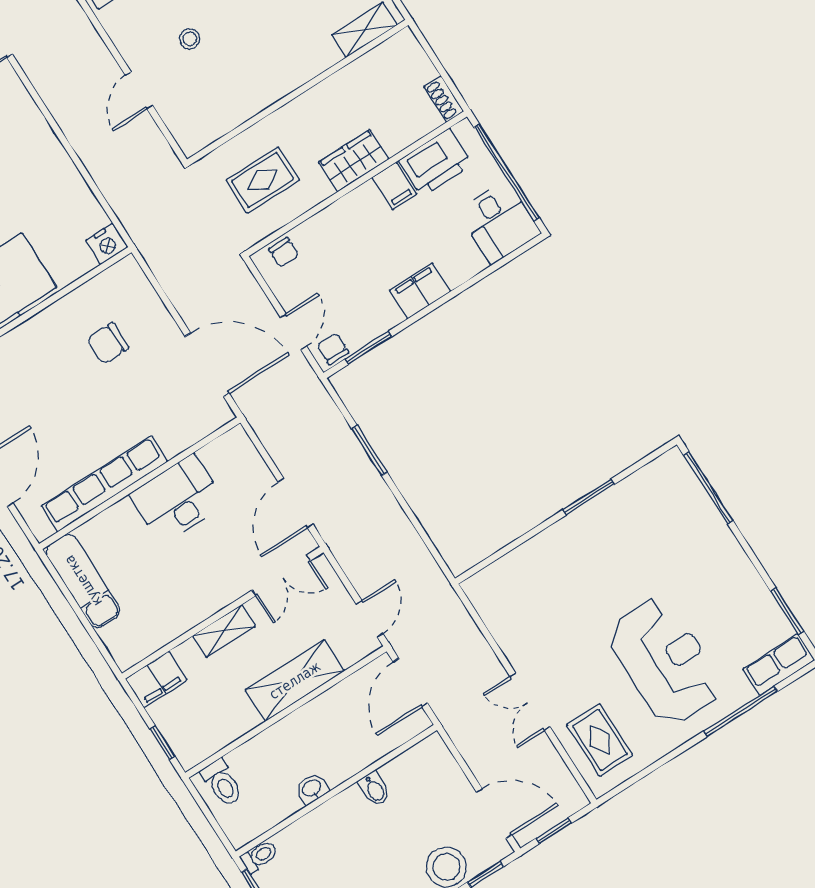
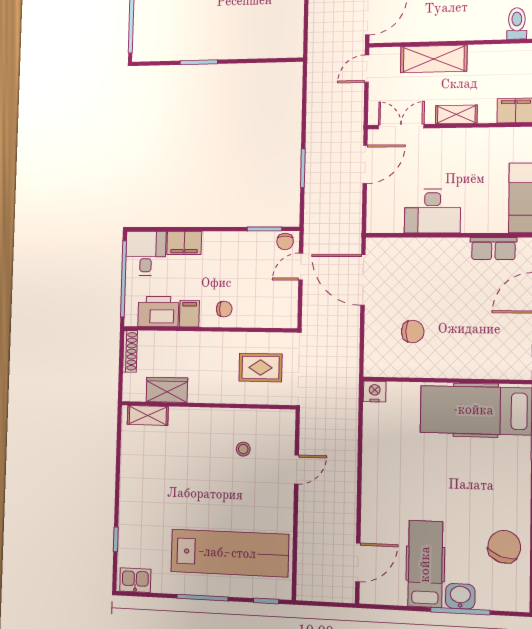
stool: (190, 39) -> (243, 449), moved
shoe rack: (444, 99) -> (130, 351), width x1.43
wardrobe: (354, 161) -> (167, 390), moved, turned 180
chair: (284, 252) -> (224, 309), moved, turned 90
filing cabinet: (420, 291) -> (184, 243), moved
row of seats: (105, 484) -> (493, 248), width x0.50

